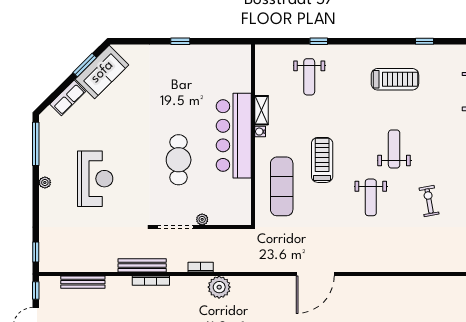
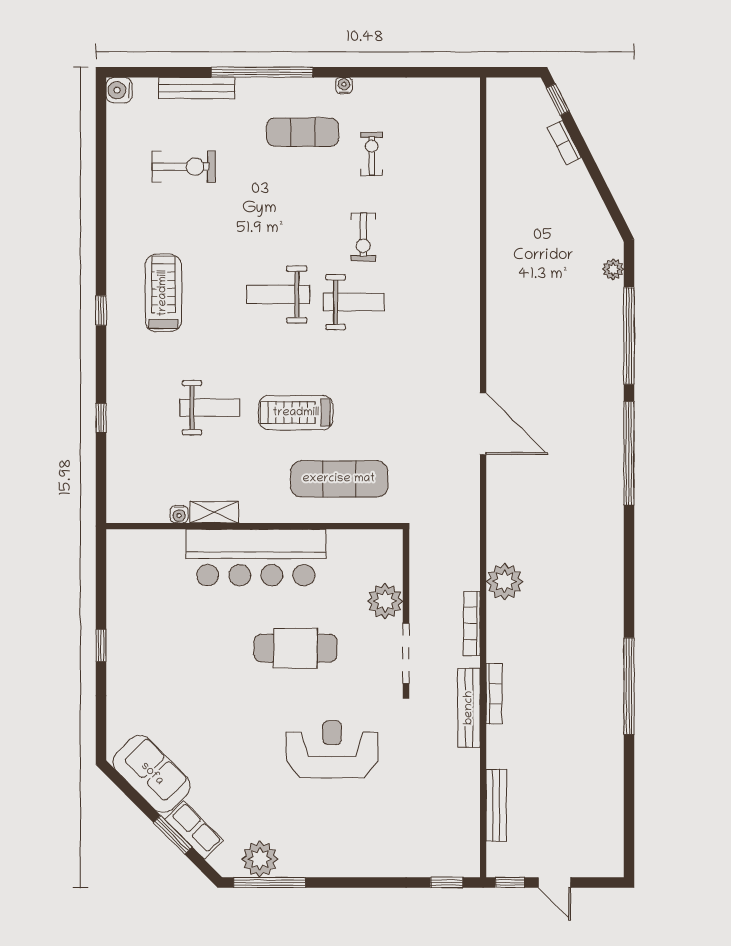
window: (424, 41) -> (101, 311), moved
window: (85, 65) -> (173, 835), moved
weight bench: (309, 77) -> (210, 408), moved
water cooler: (260, 132) -> (179, 514), moved
reception desk: (95, 179) -> (332, 749), moved
plant: (45, 182) -> (260, 859), moved, width x1.88, depth x1.88
weight bench: (371, 197) -> (354, 302), moved
exercise bike: (429, 201) -> (363, 237), turned -80
plant: (202, 219) -> (385, 601), width x1.87, depth x1.87
bookcase: (201, 267) -> (472, 623), width x1.56

